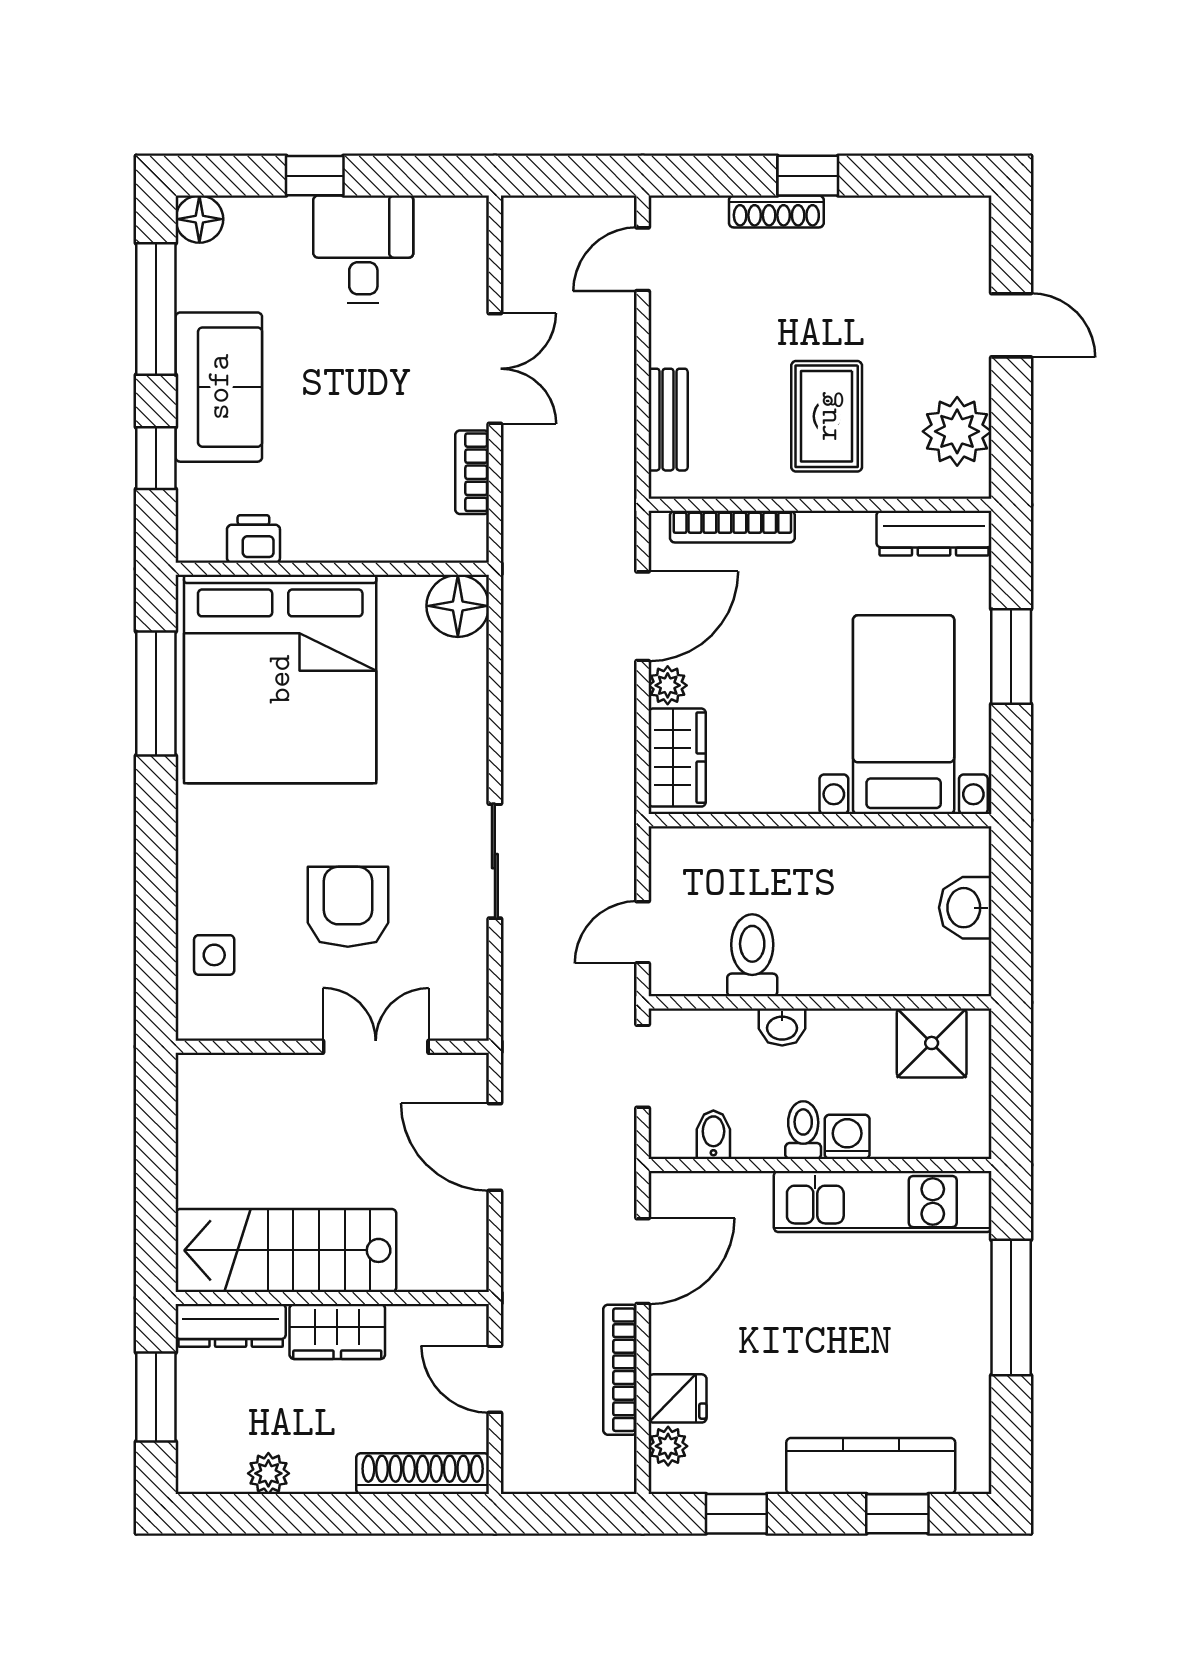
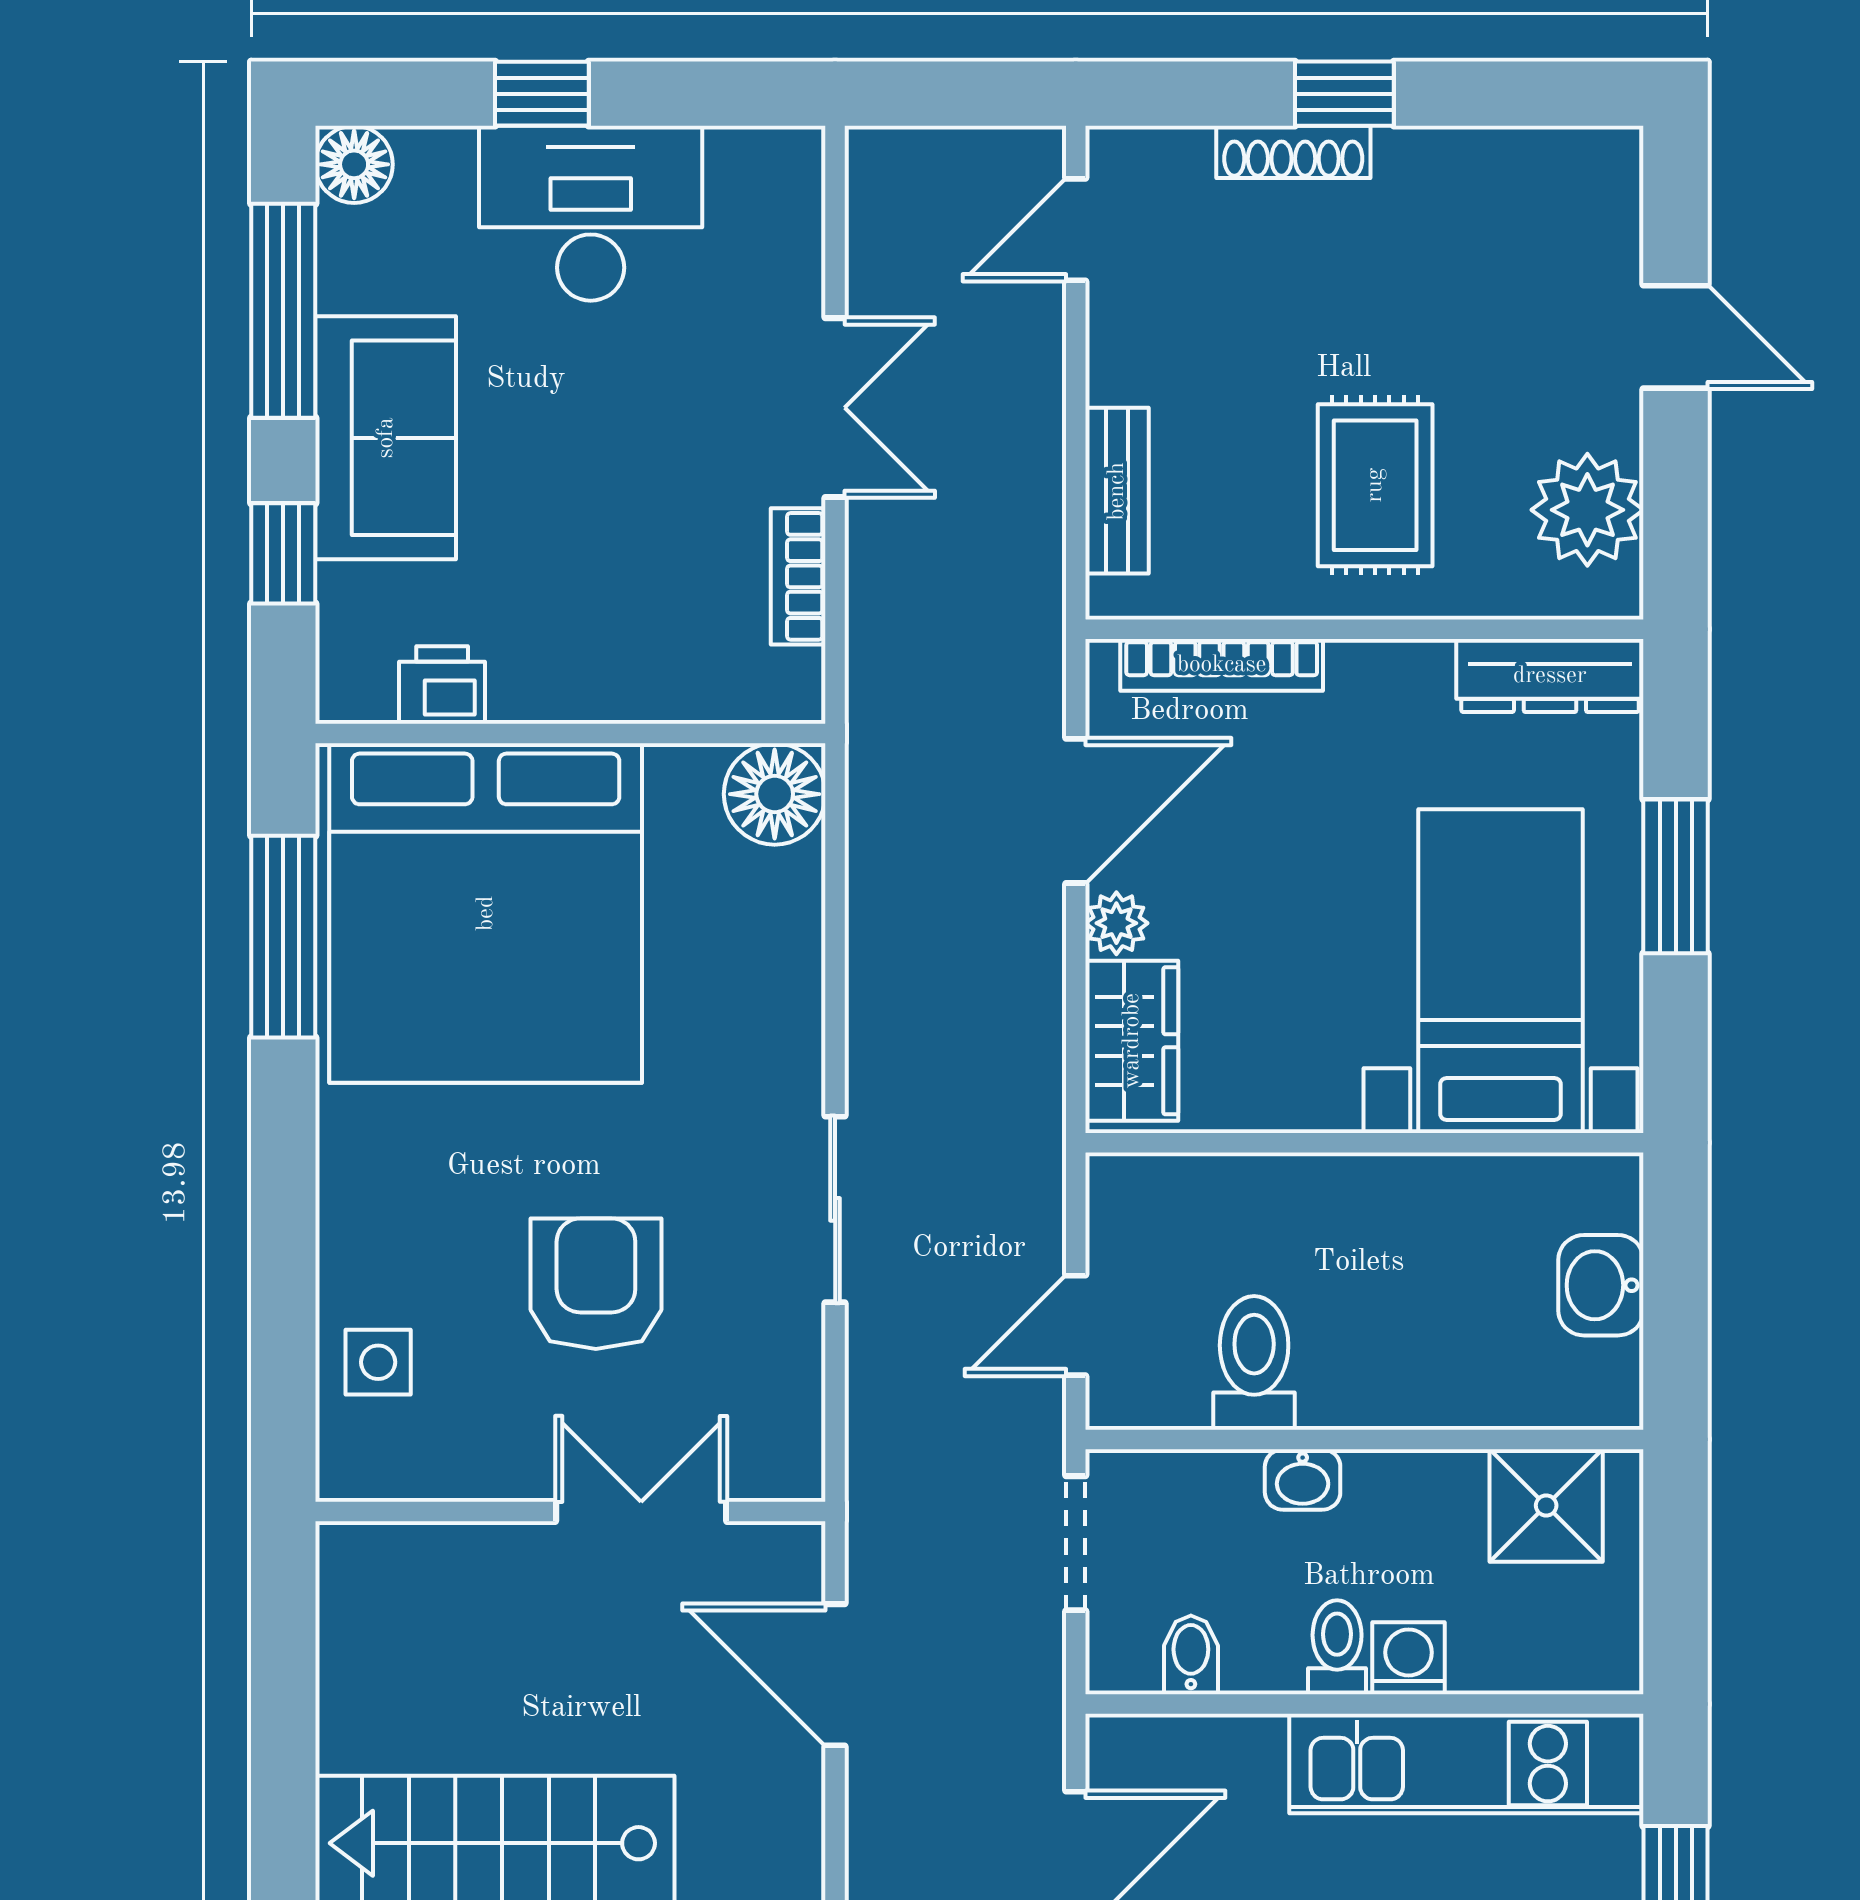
desk: (363, 249) -> (591, 213), width x1.37

